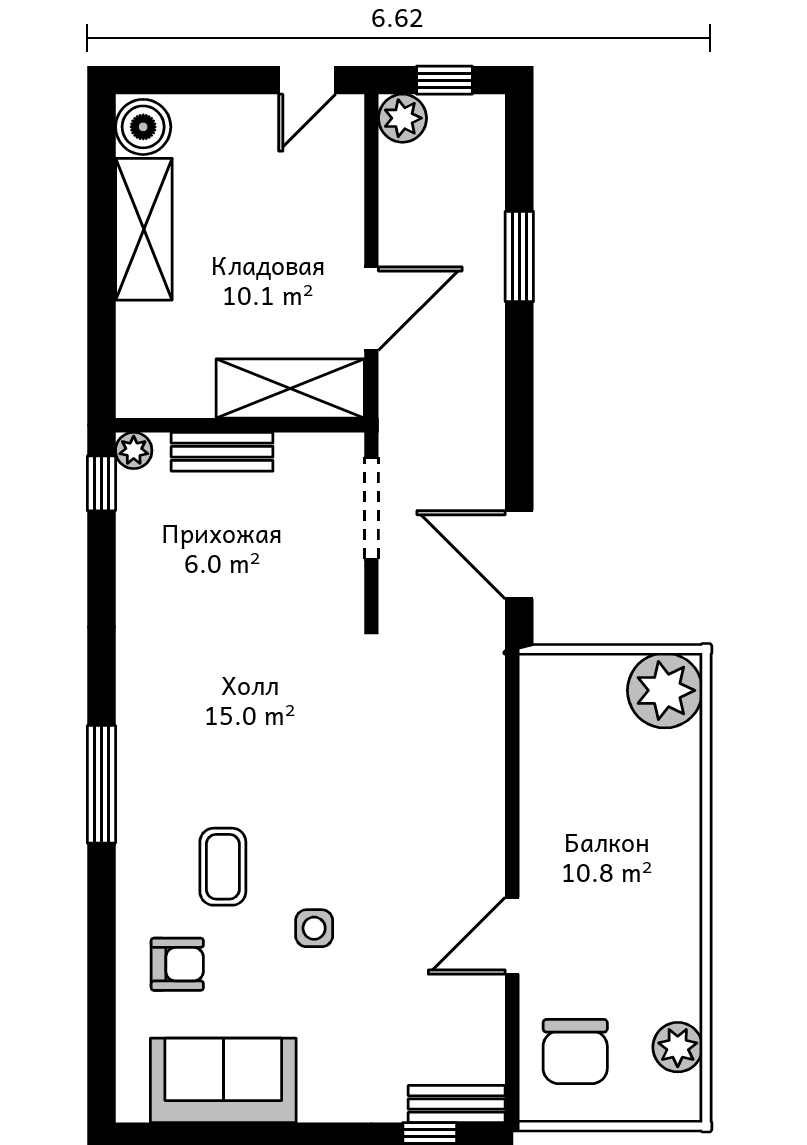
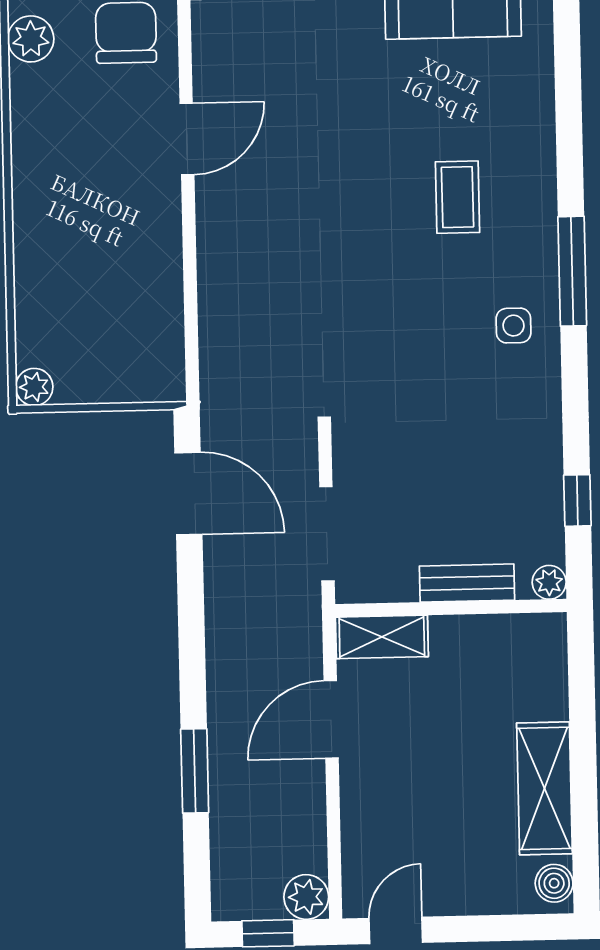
boiler: (143, 127) -> (554, 883), width x0.73, depth x0.73
shelving: (290, 389) -> (382, 637), width x0.67, depth x0.75
window: (101, 483) -> (577, 500), moved
plant: (665, 690) -> (34, 387), width x0.53, depth x0.53
side table: (314, 928) -> (513, 326), moved
armchair: (177, 964) -> (498, 106), removed

